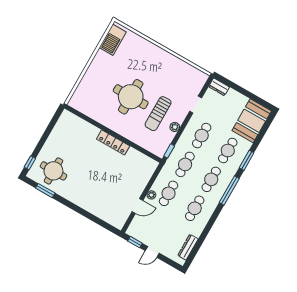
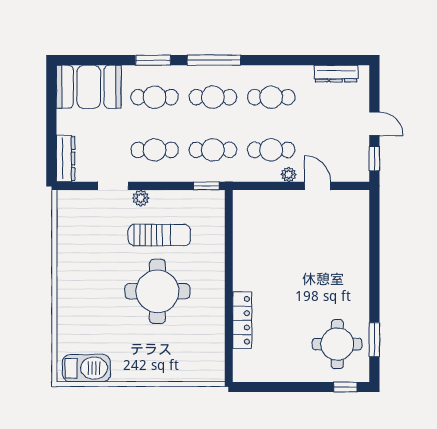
dresser: (219, 87) -> (66, 159), width x1.44
plant: (175, 127) -> (141, 198), moved
locker: (113, 142) -> (242, 320), moved

